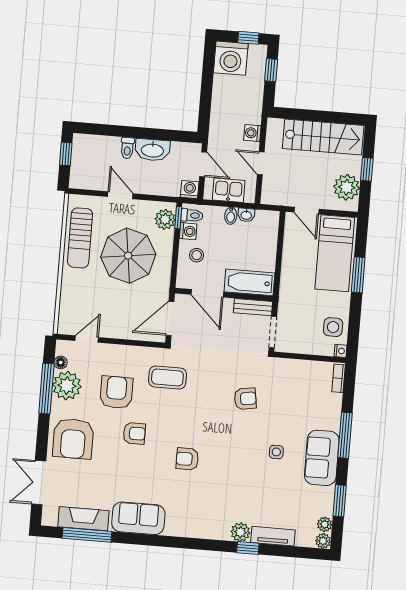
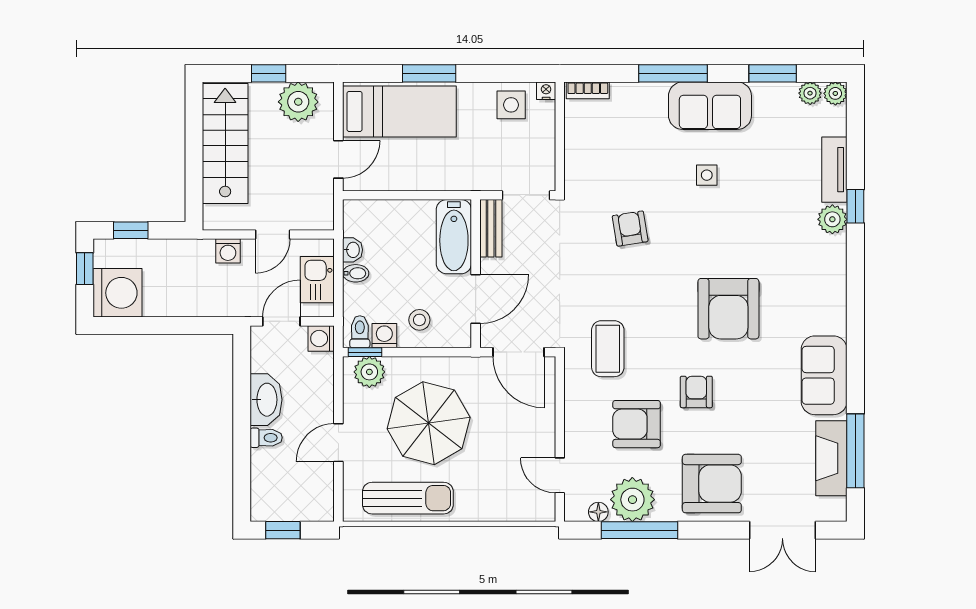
armchair: (187, 459) -> (728, 309), width x1.88, depth x1.88

